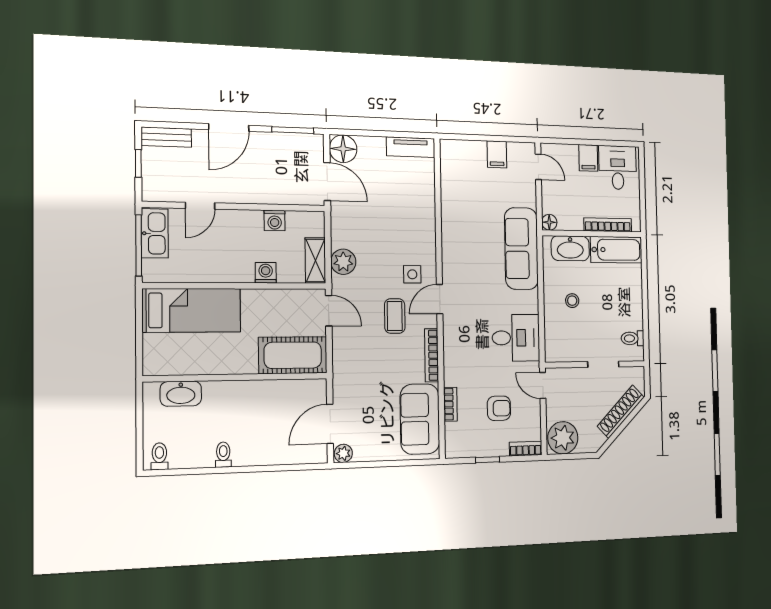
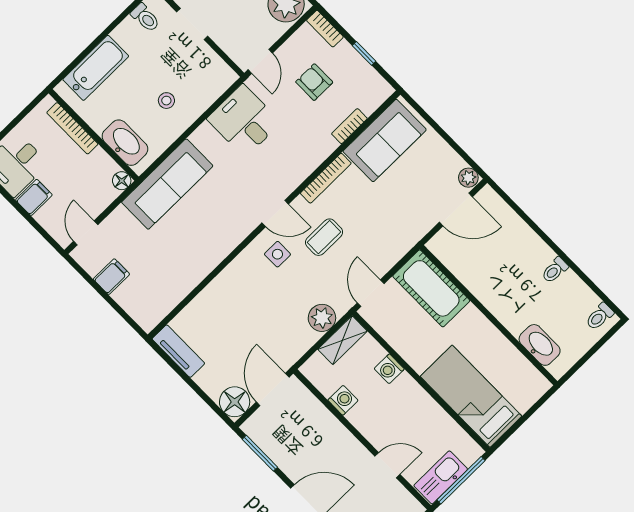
bathtub: (616, 250) -> (96, 68), moved, turned 90

